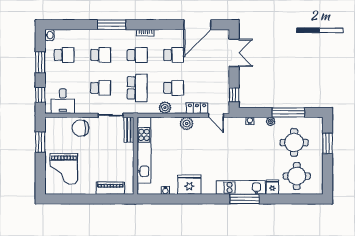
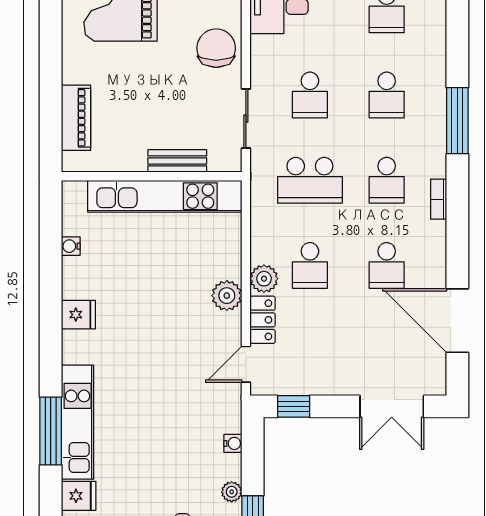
plant: (165, 108) -> (264, 279), moved
bench: (129, 130) -> (177, 161), moved
fridge: (189, 185) -> (78, 315), width x0.53, depth x0.75

